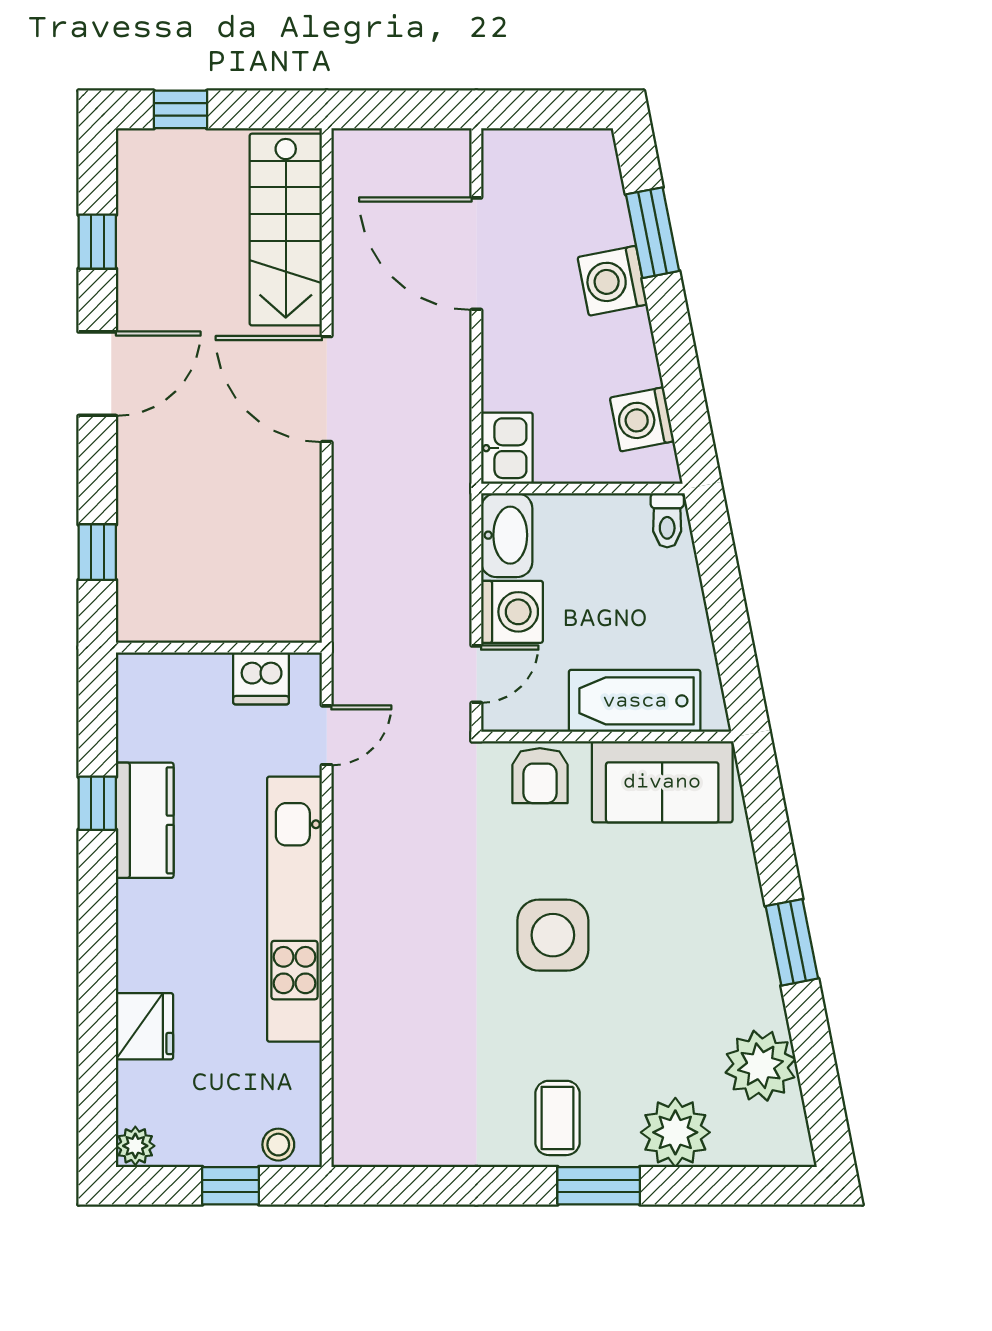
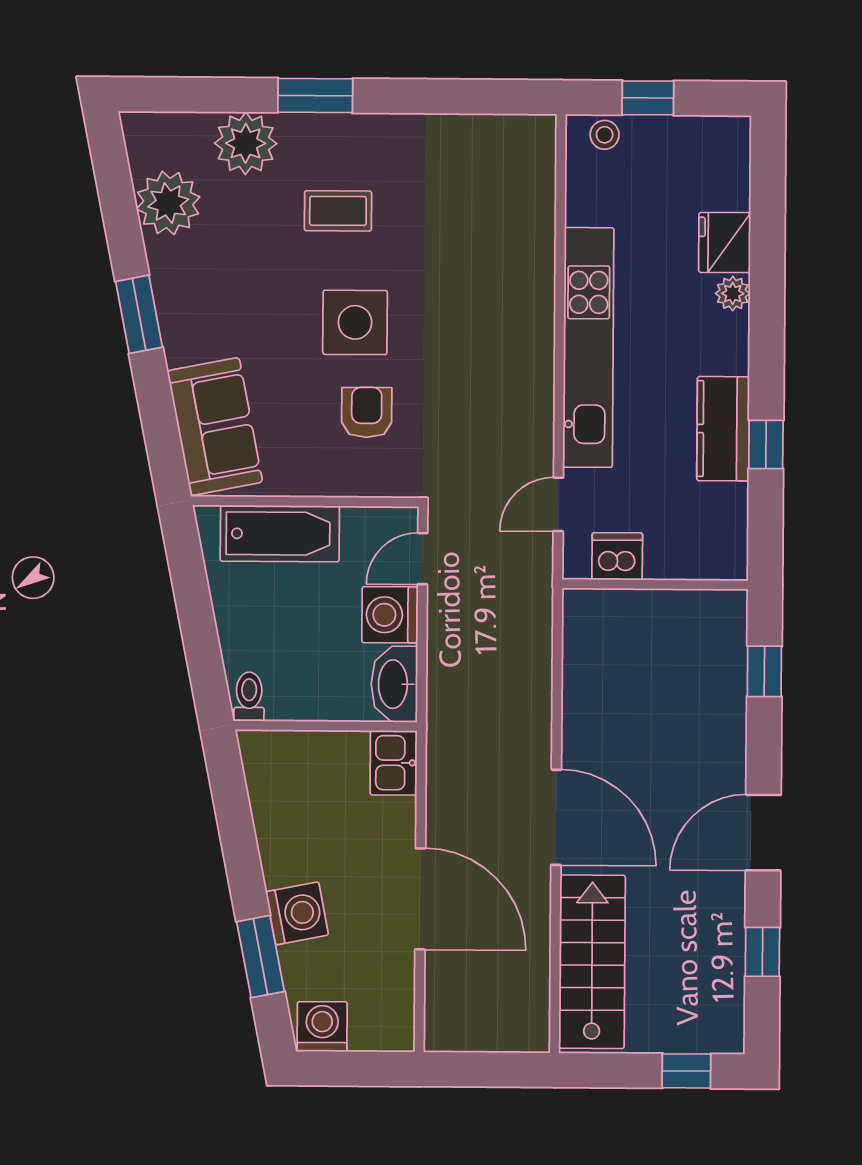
door: (476, 254) -> (420, 899), moved
washing machine: (642, 419) -> (322, 1027), moved, turned -79
armchair: (540, 776) -> (367, 412), moved
sofa: (662, 782) -> (215, 427), moved, turned 79
coffee table: (557, 1118) -> (338, 211), moved, turned 90
plant: (135, 1146) -> (733, 293), moved

